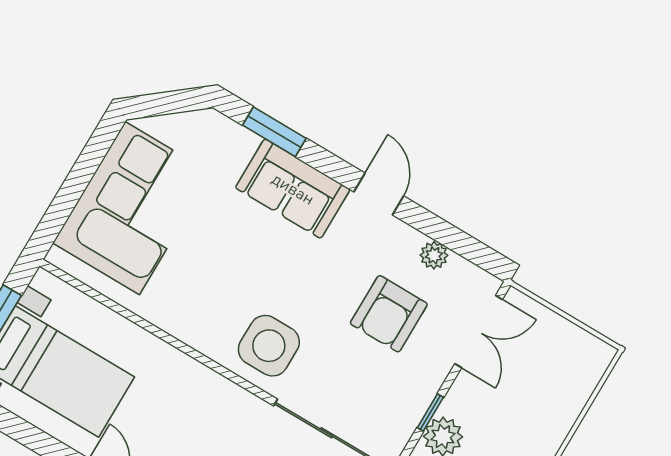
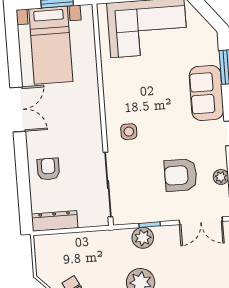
side table: (269, 346) -> (129, 132), width x0.54, depth x0.54

